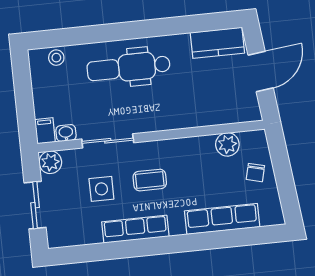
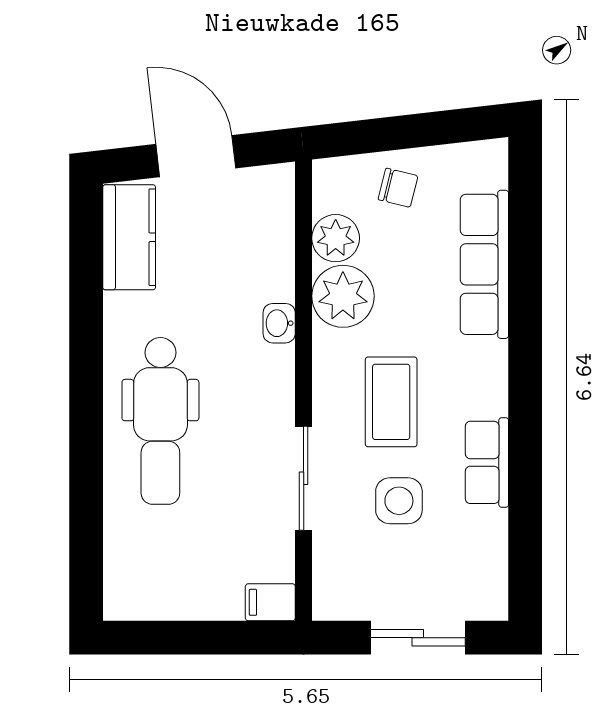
stool: (56, 58) -> (125, 564), removed
washbasin: (66, 133) -> (279, 323), moved
plant: (50, 162) -> (343, 296), moved, width x1.36, depth x1.36
coffee table: (150, 180) -> (391, 402), width x1.36, depth x1.30
row of seats: (135, 229) -> (487, 462), width x0.68

